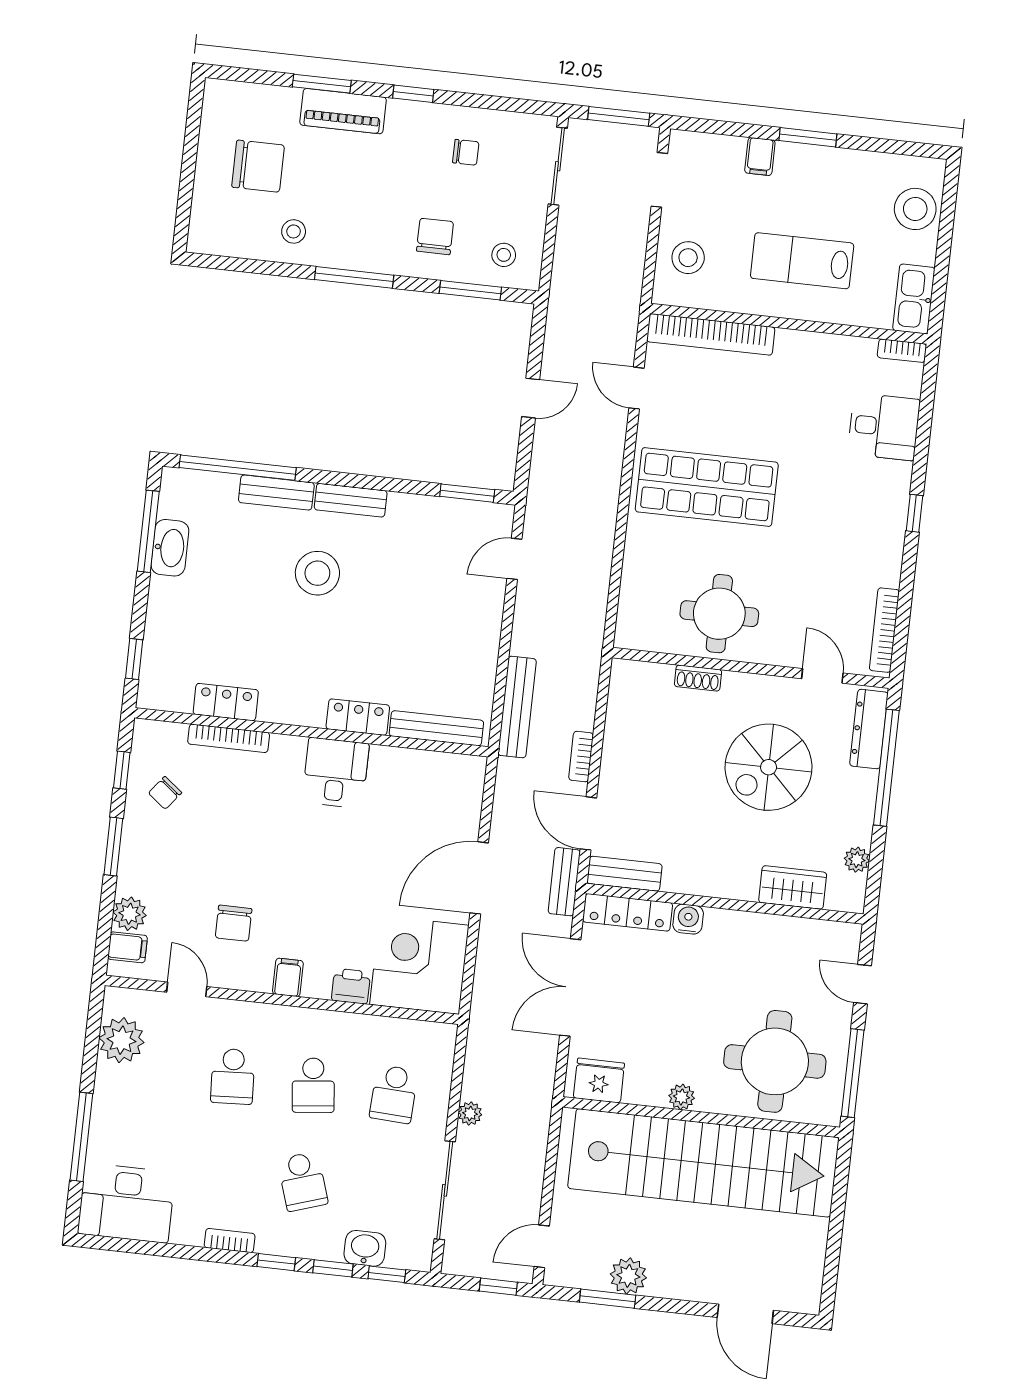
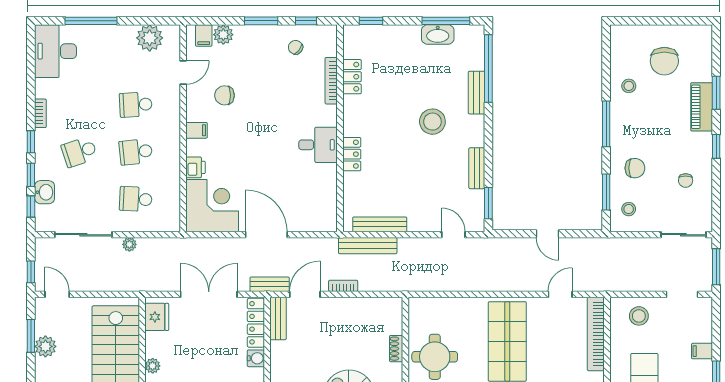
bench: (351, 500) -> (477, 168), moved
bench: (436, 728) -> (380, 224), moved, turned 90

